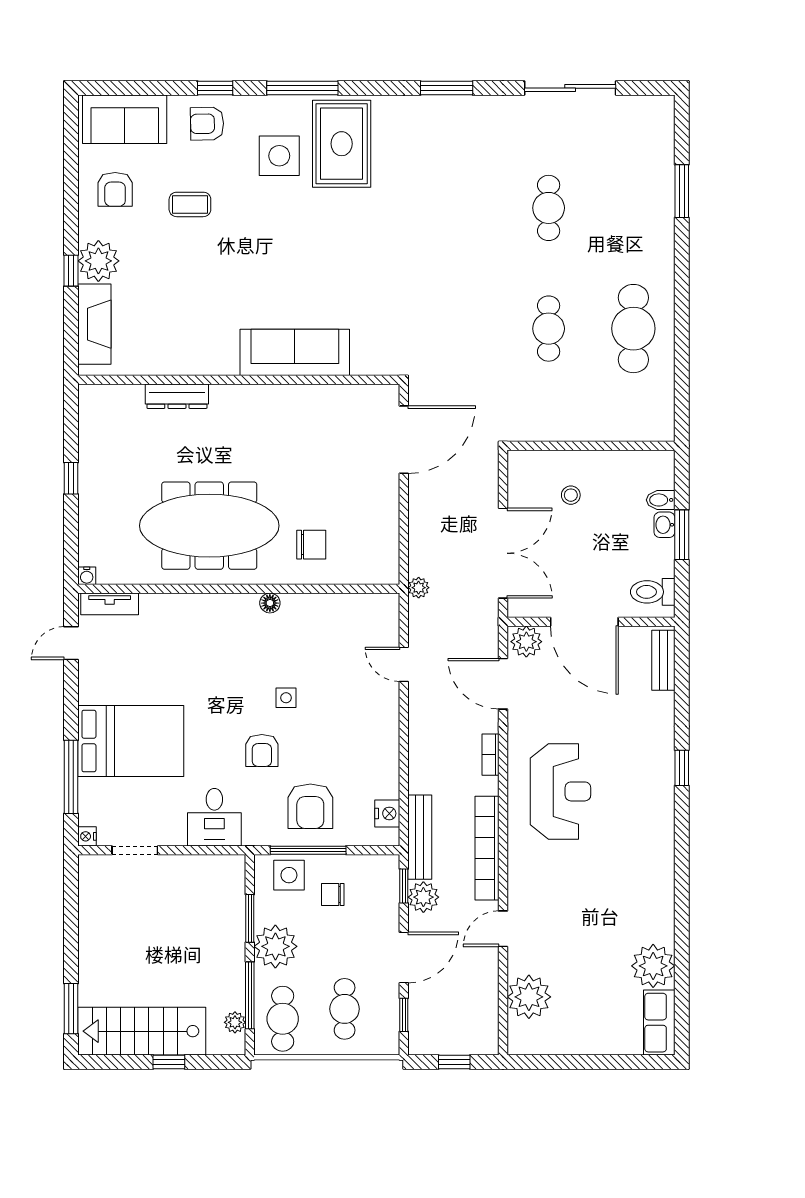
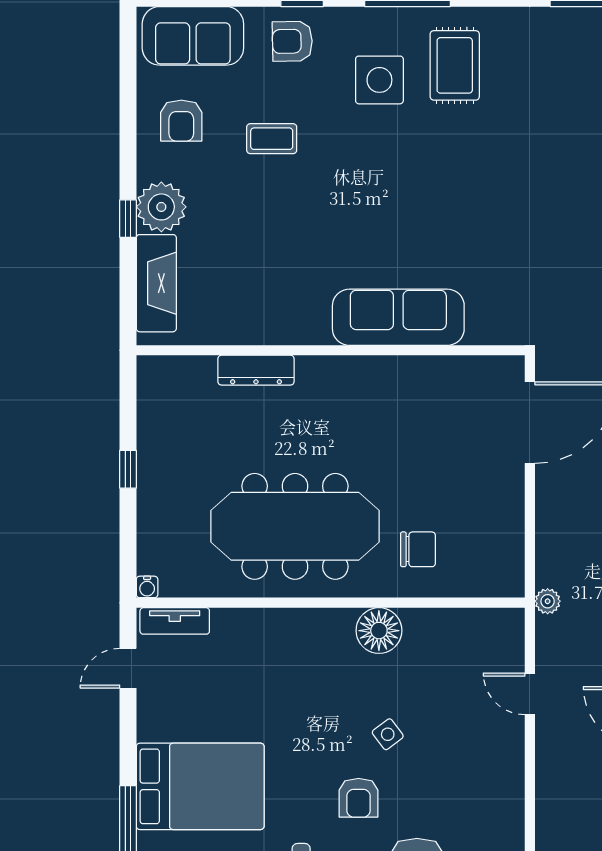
rug: (342, 144) -> (455, 65), width x0.73, depth x0.70
floor lamp: (270, 603) -> (379, 631), width x1.89, depth x1.89
side table: (286, 698) -> (388, 734), turned -37

